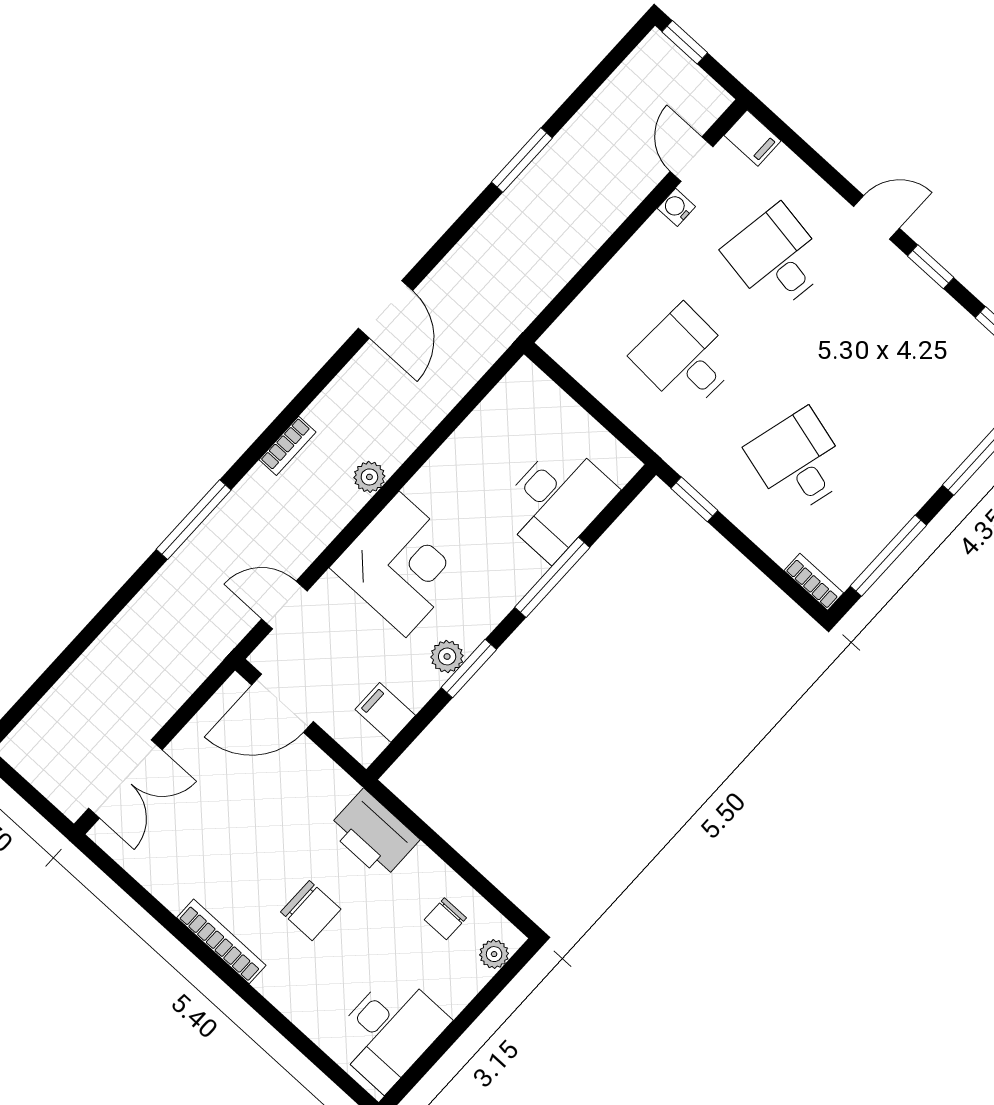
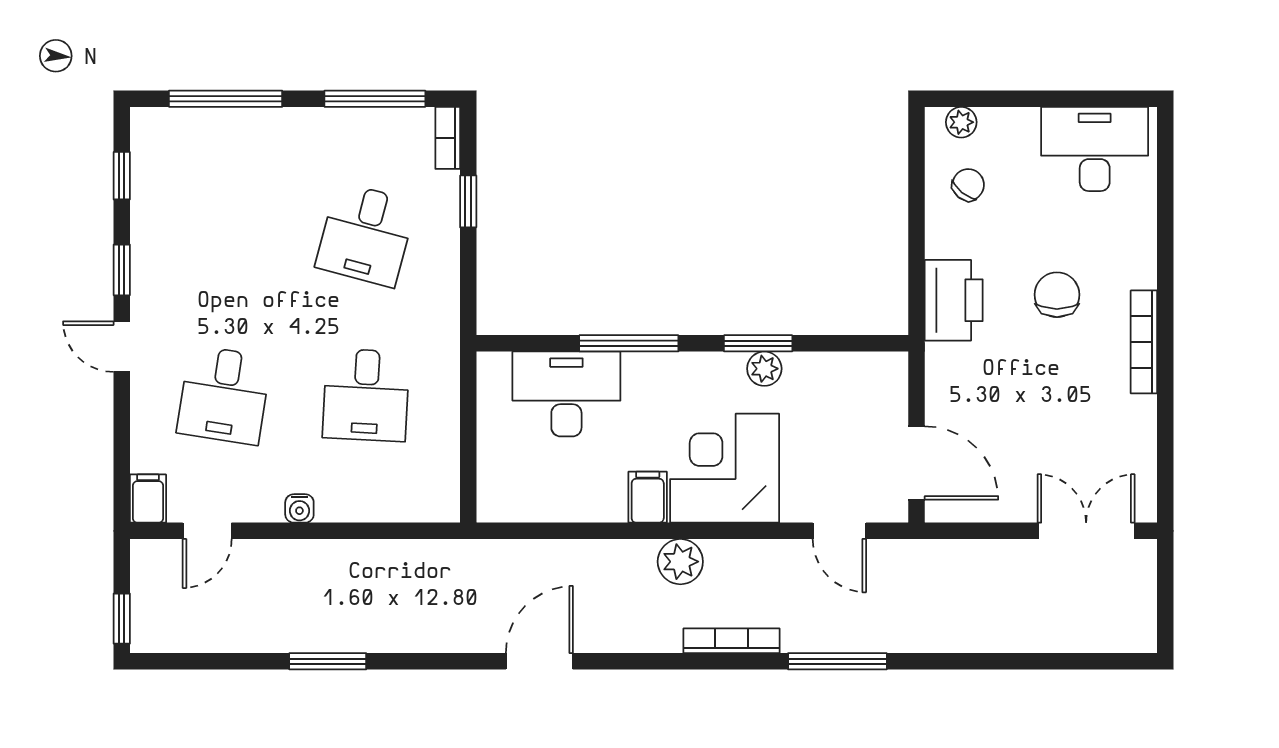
water cooler: (676, 207) -> (299, 508), moved
bookcase: (287, 446) -> (731, 641), width x1.56
plant: (369, 477) -> (680, 562), width x1.38, depth x1.38
window: (694, 499) -> (468, 201), moved
filing cabinet: (385, 712) -> (648, 497), moved, turned 180
chair: (445, 919) -> (968, 185), turned -51

